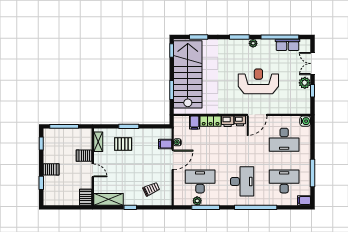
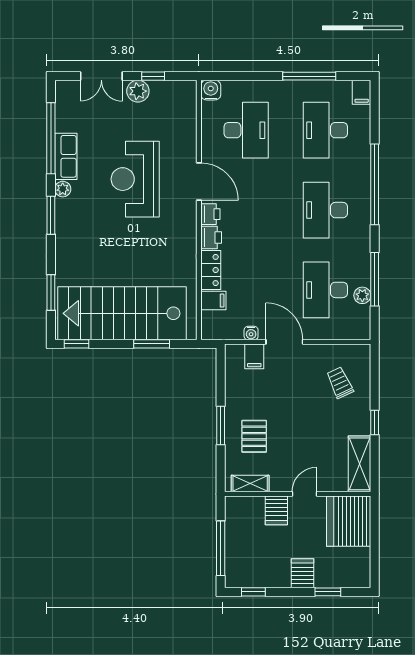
row of seats: (287, 45) -> (66, 156), moved
desk: (242, 181) -> (325, 210), turned -90
server rack: (86, 197) -> (349, 521), width x2.18, depth x1.44

